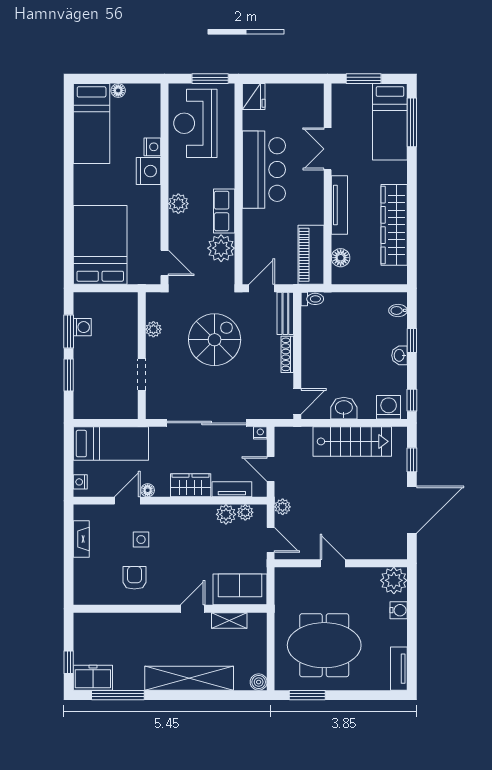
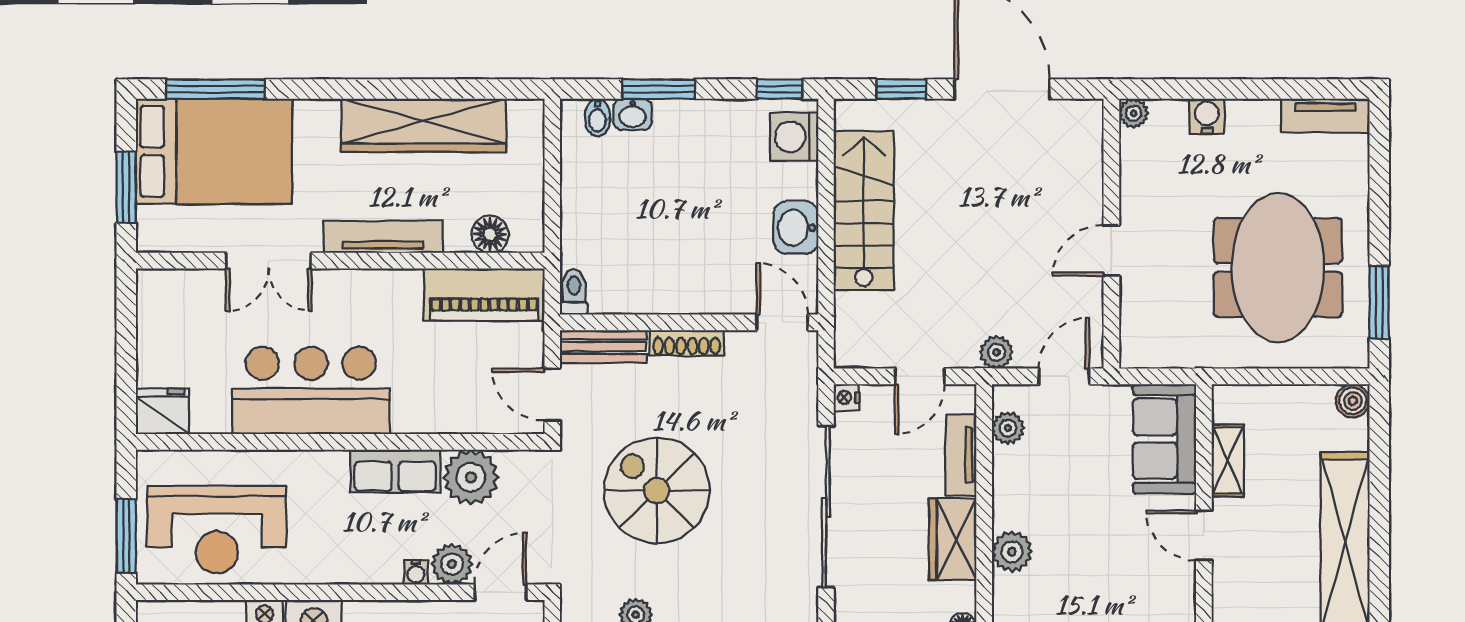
window: (210, 79) -> (126, 536), moved
bed: (390, 122) -> (214, 151), width x1.50
plant: (178, 204) -> (452, 564), moved
water cooler: (174, 221) -> (416, 572), added
window: (412, 340) -> (658, 89), width x1.50
washbasin: (400, 355) -> (633, 114), moved
plant: (226, 514) -> (1012, 552), moved
plant: (394, 580) -> (1134, 113), width x0.53, depth x0.53

